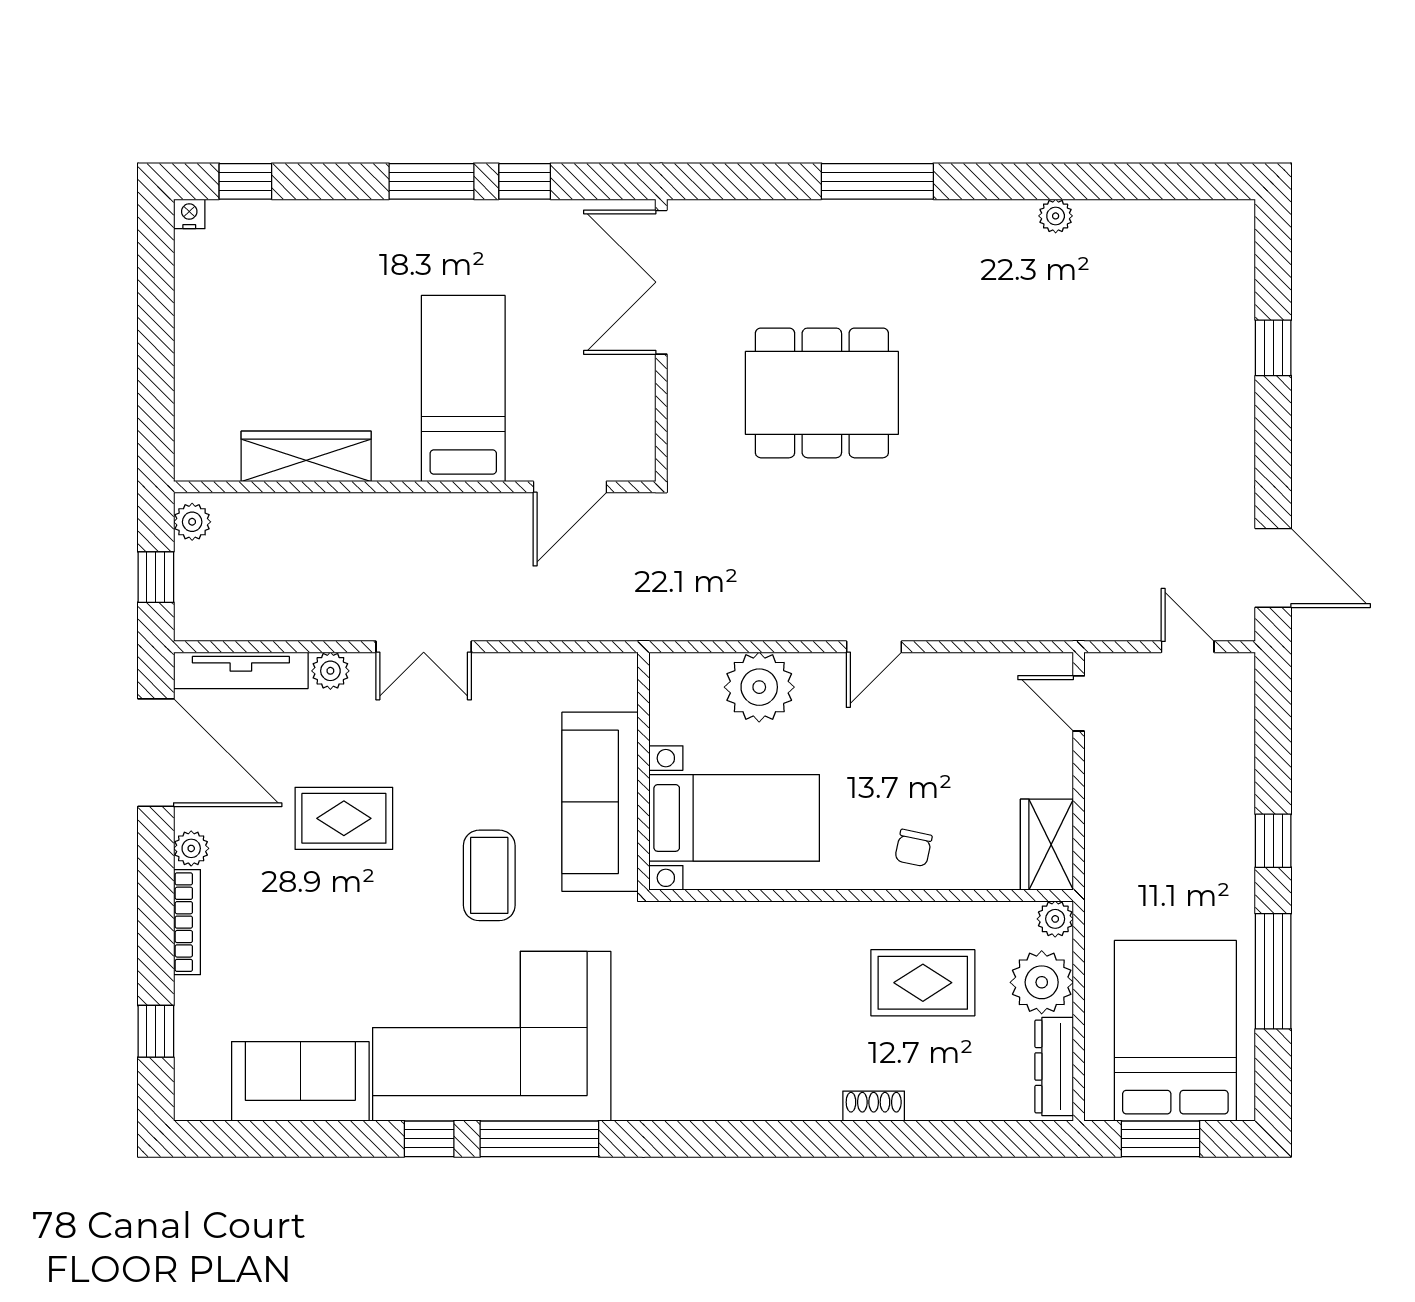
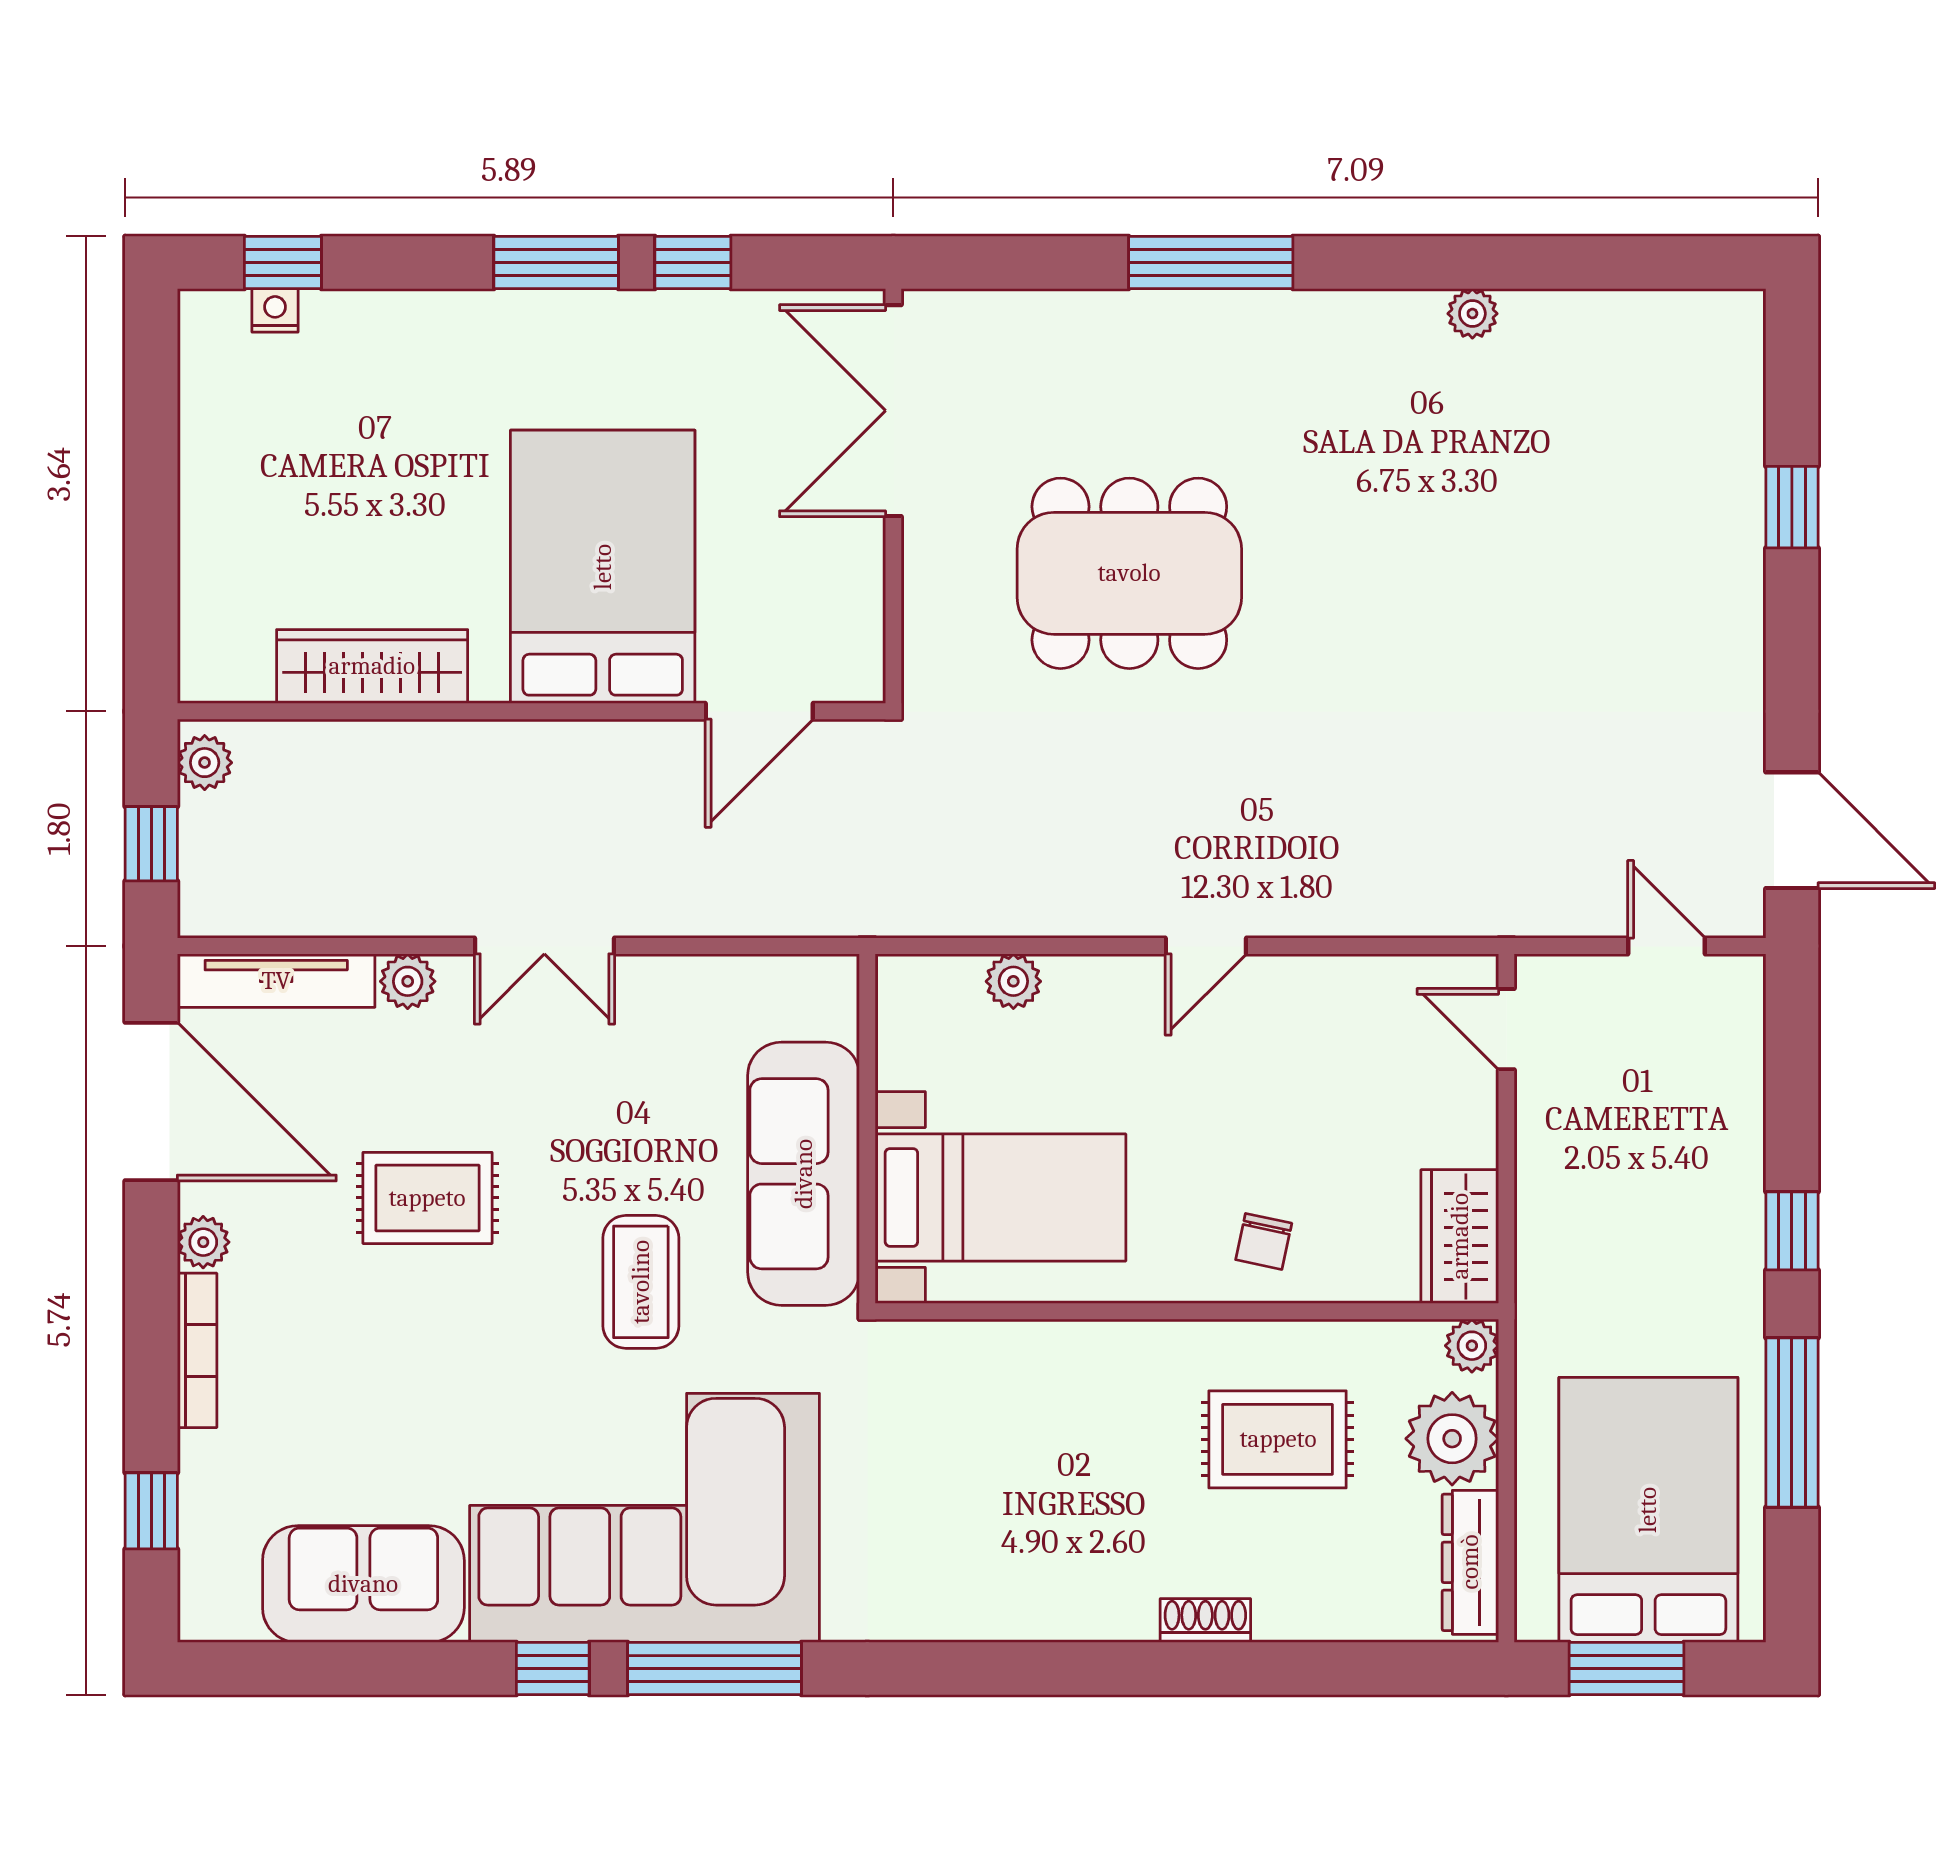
nightstand: (189, 214) -> (275, 310), moved
bed: (463, 388) -> (603, 567), width x1.50
plant: (759, 687) -> (1013, 981), width x0.53, depth x0.53

